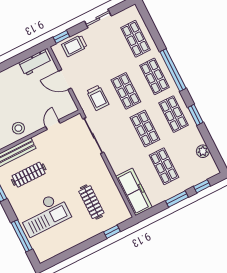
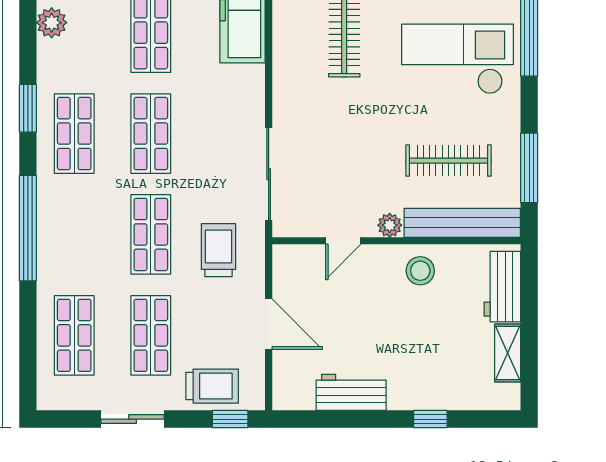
workbench: (35, 63) -> (351, 392), moved
shop shelf: (154, 76) -> (151, 335), moved
plant: (38, 139) -> (390, 225), added

